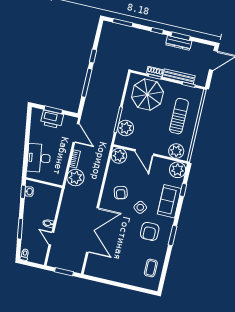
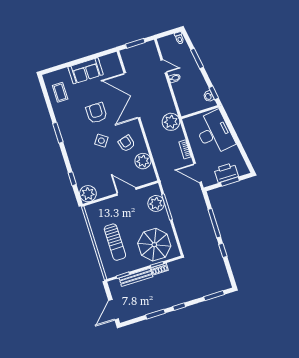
dresser: (179, 43) -> (154, 307), removed
plant: (176, 151) -> (99, 210), removed
plant: (119, 156) -> (143, 161), moved
desk: (39, 158) -> (214, 133), width x1.36, depth x1.30
plant: (76, 178) -> (171, 122), moved
sofa: (169, 201) -> (86, 71), moved, turned 90
armchair: (150, 231) -> (96, 113), moved

